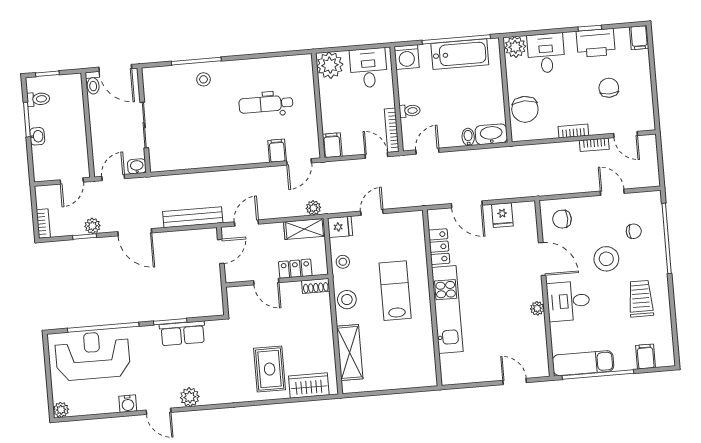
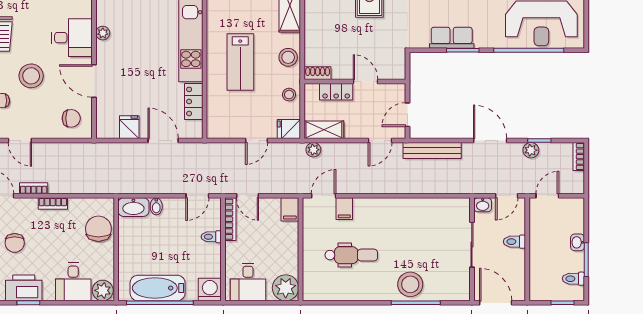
stool: (203, 79) -> (410, 284), width x1.89, depth x1.89
toilet: (93, 83) -> (514, 242), moved, turned -90

